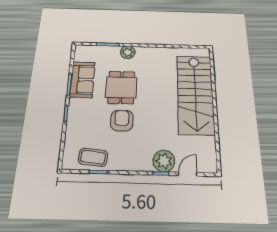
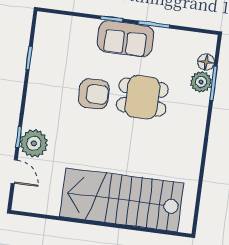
floor lamp: (94, 50) -> (206, 62), added
plant: (128, 52) -> (201, 82), moved
sofa: (82, 80) -> (126, 39), moved
coffee table: (93, 157) -> (49, 52), removed

